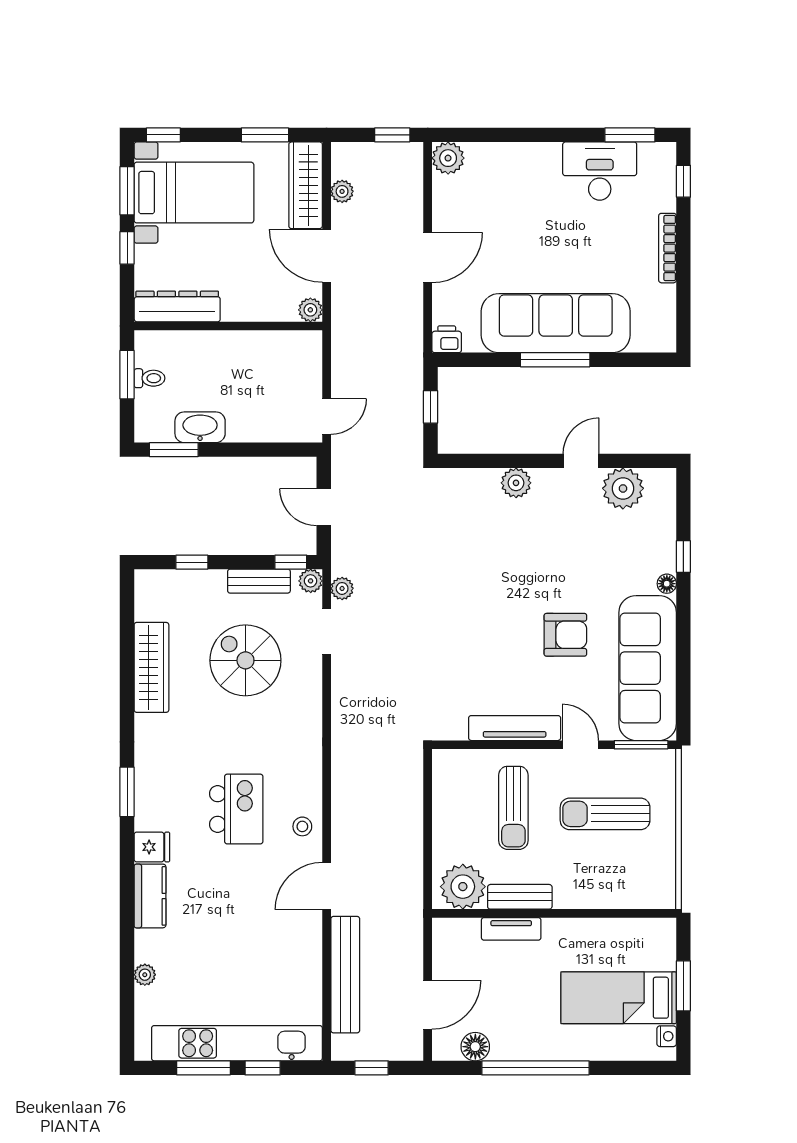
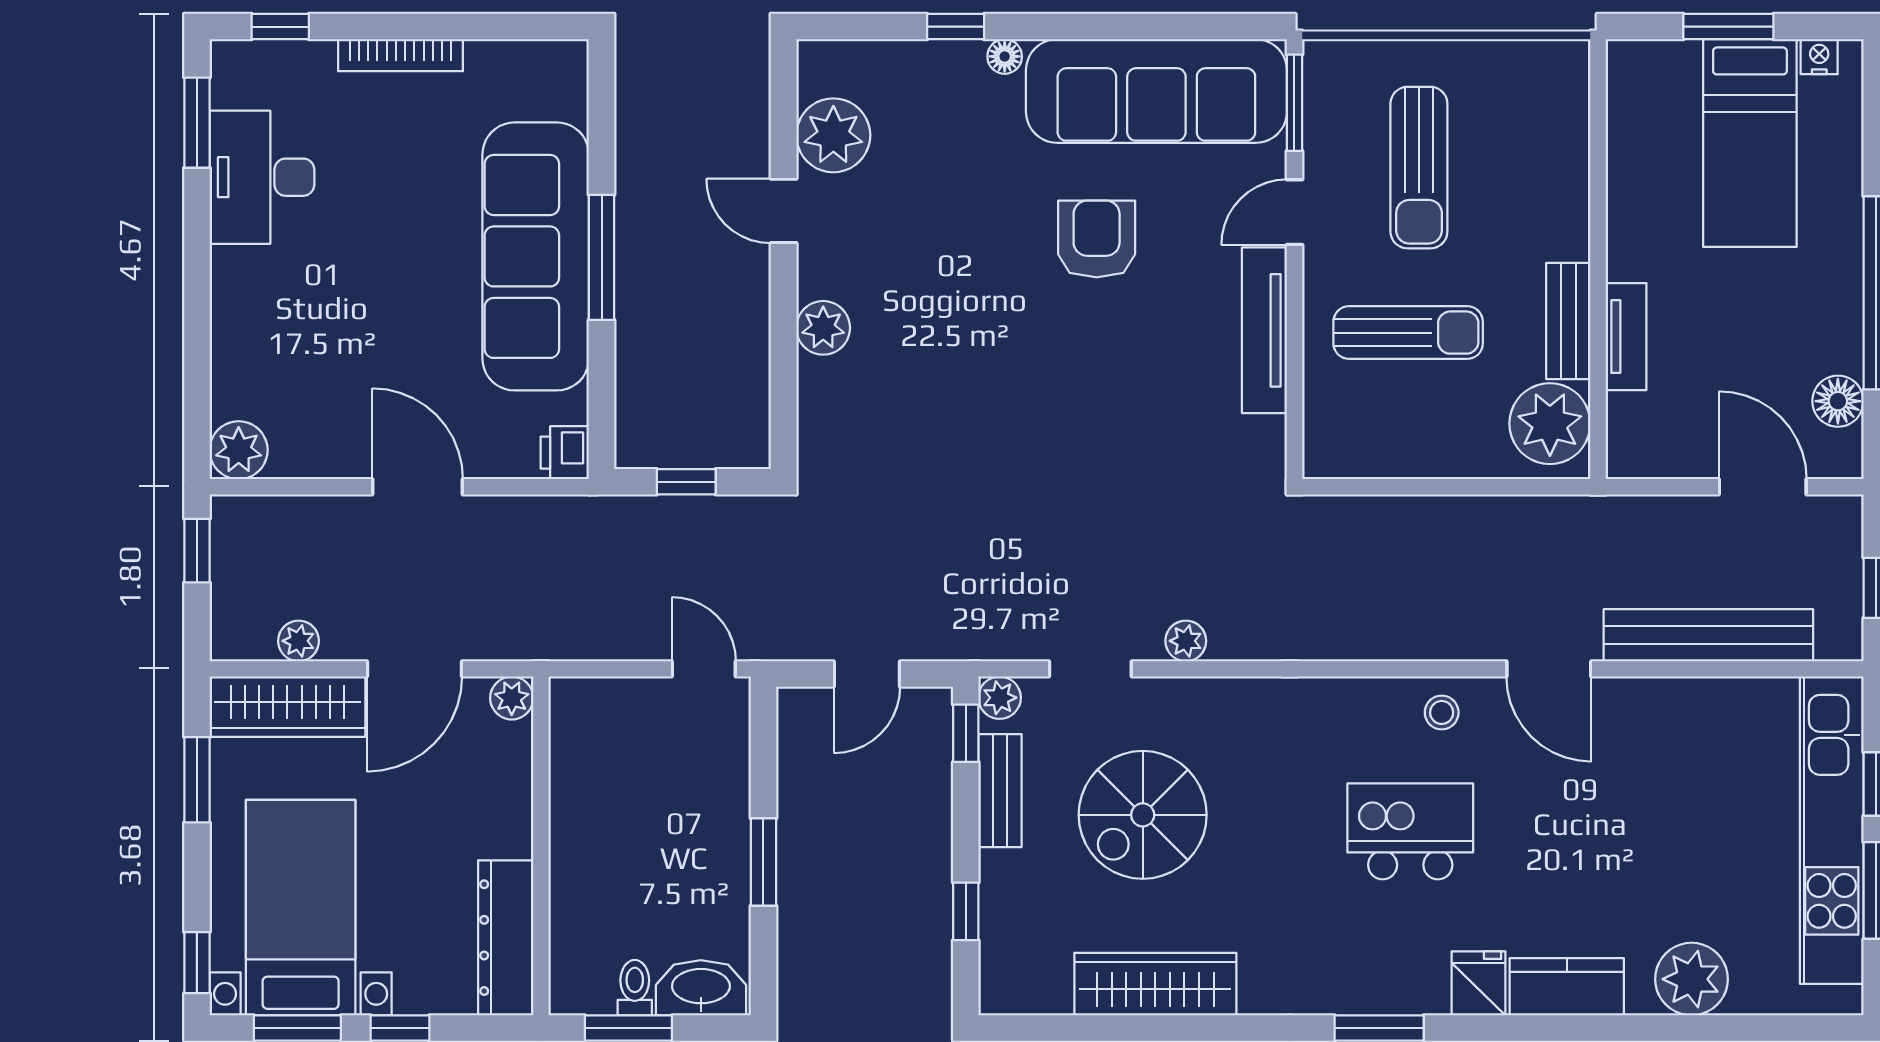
washbasin: (200, 427) -> (701, 988), moved, turned 90
window: (174, 450) -> (763, 862), moved
plant: (342, 588) -> (1186, 641), moved
plant: (145, 975) -> (1692, 979), width x1.88, depth x1.88

